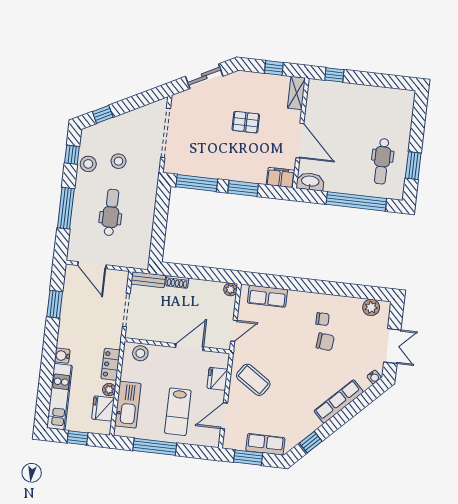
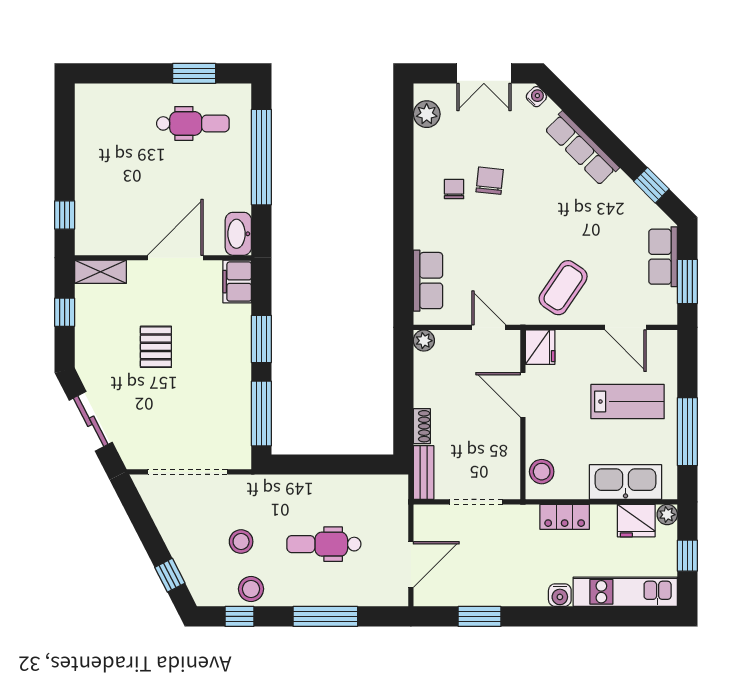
double door: (392, 346) -> (484, 73), swing flipped
fridge: (217, 379) -> (540, 347), moved, turned -90
plant: (109, 390) -> (667, 515), moved

